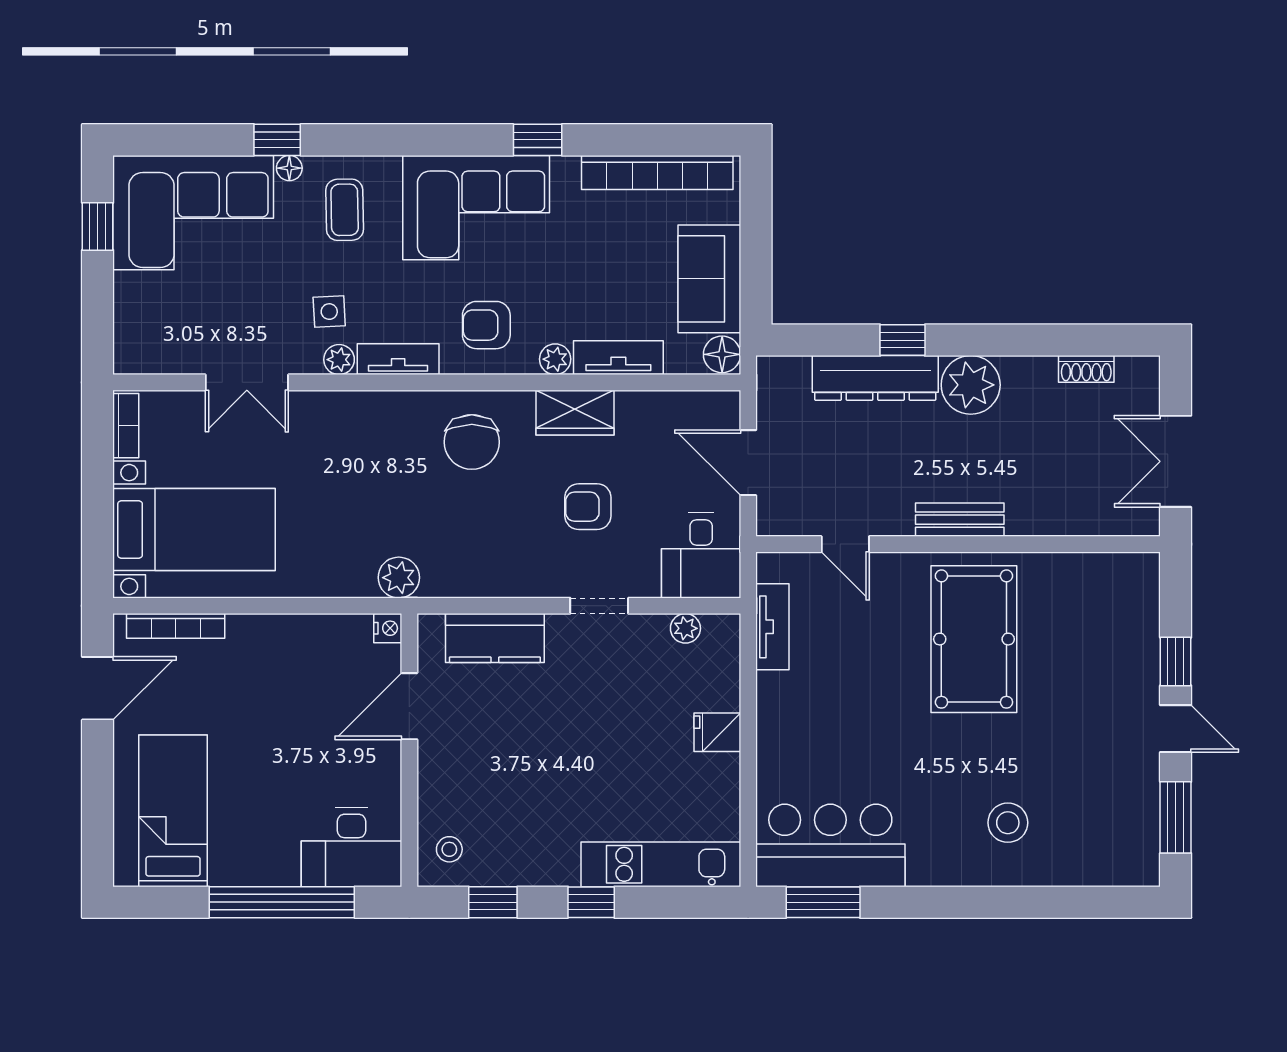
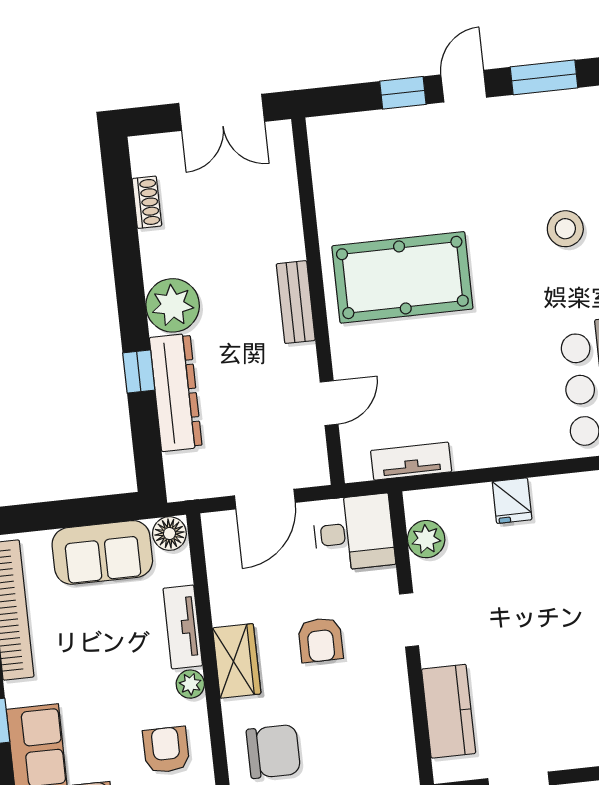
armchair: (486, 325) -> (166, 750), turned 180
plant: (685, 628) -> (426, 539), width x1.38, depth x1.38

